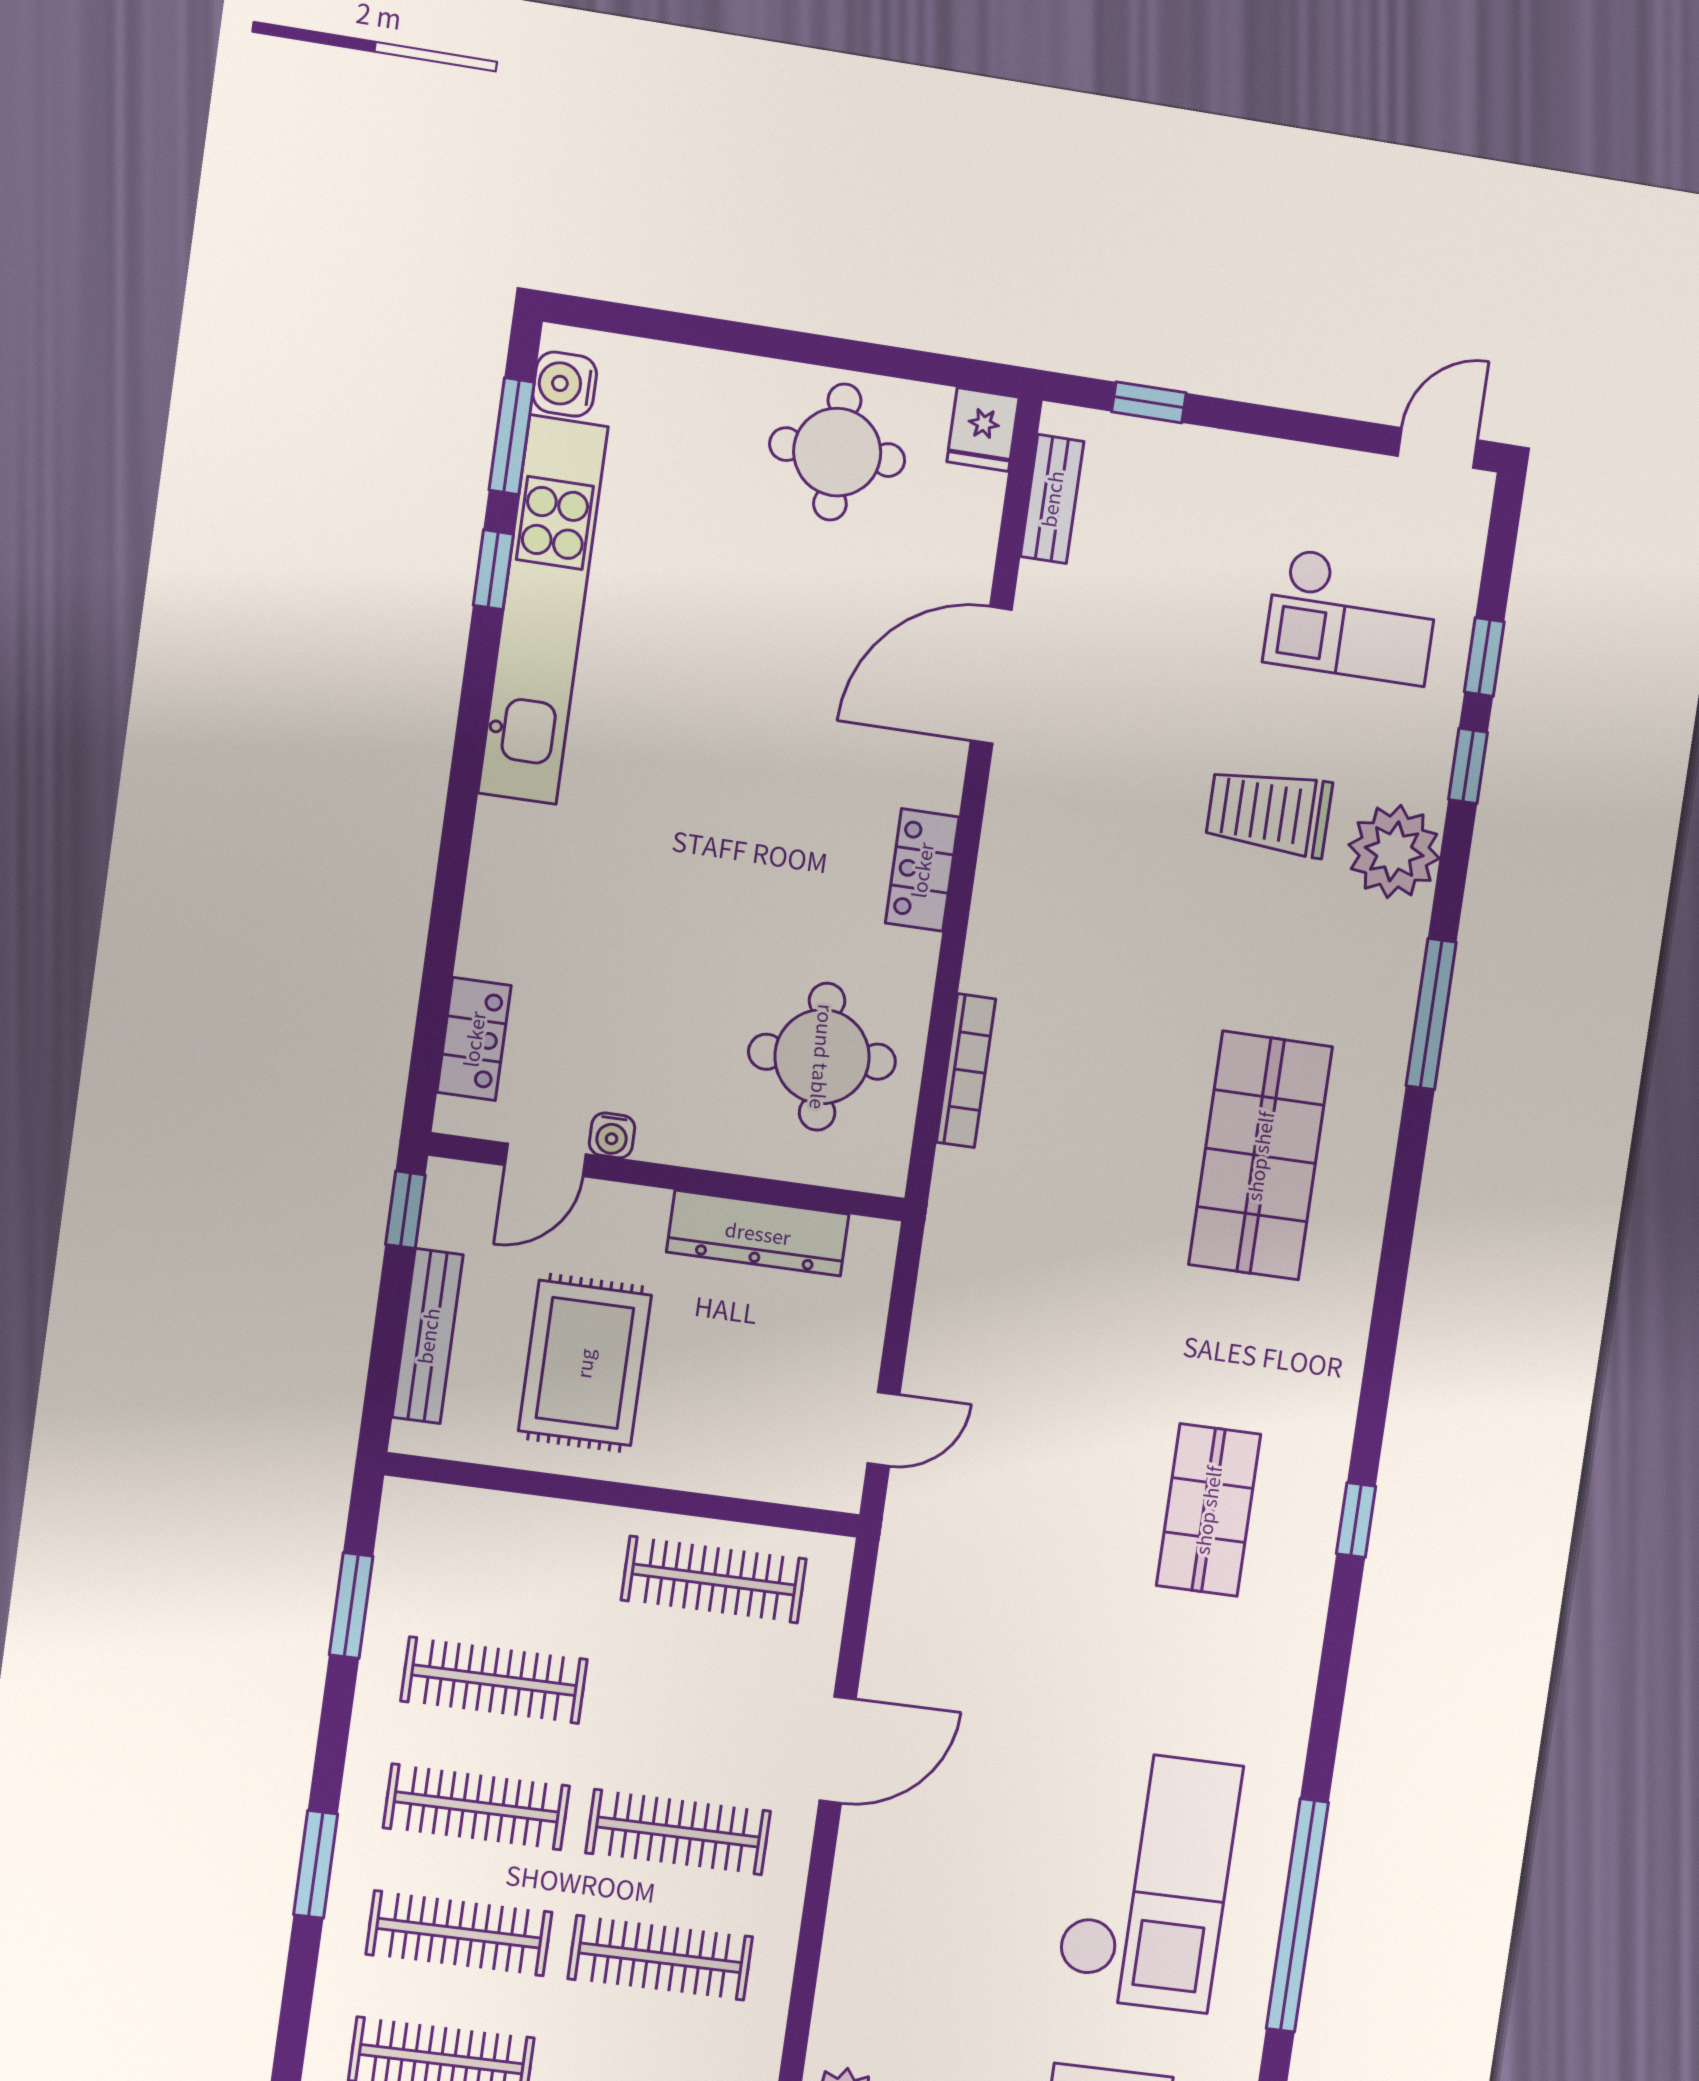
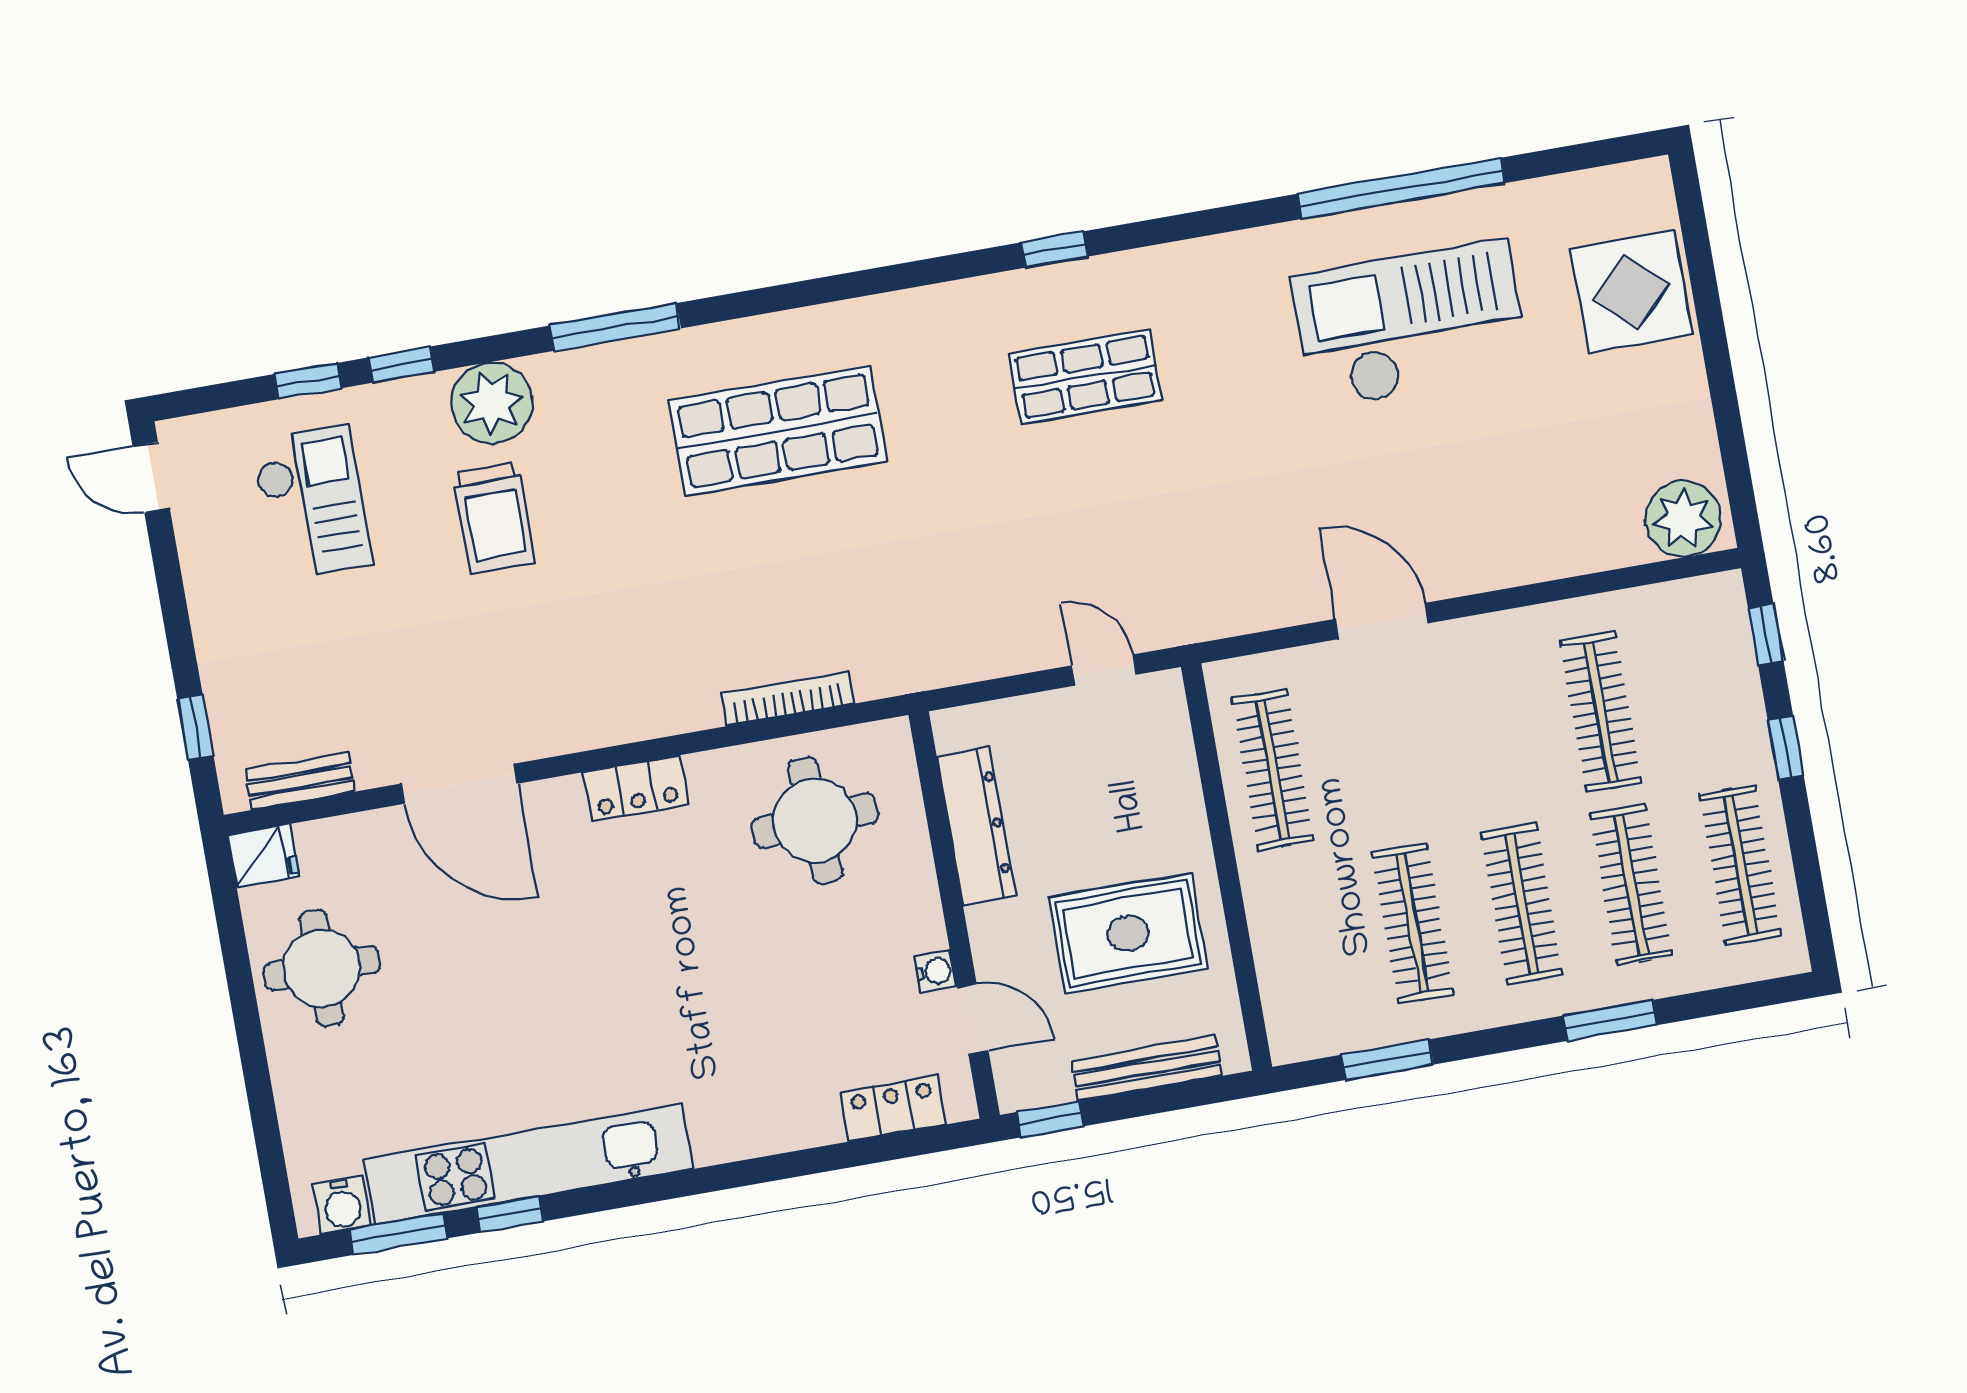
clothes rail: (678, 1832) -> (1491, 731), removed

